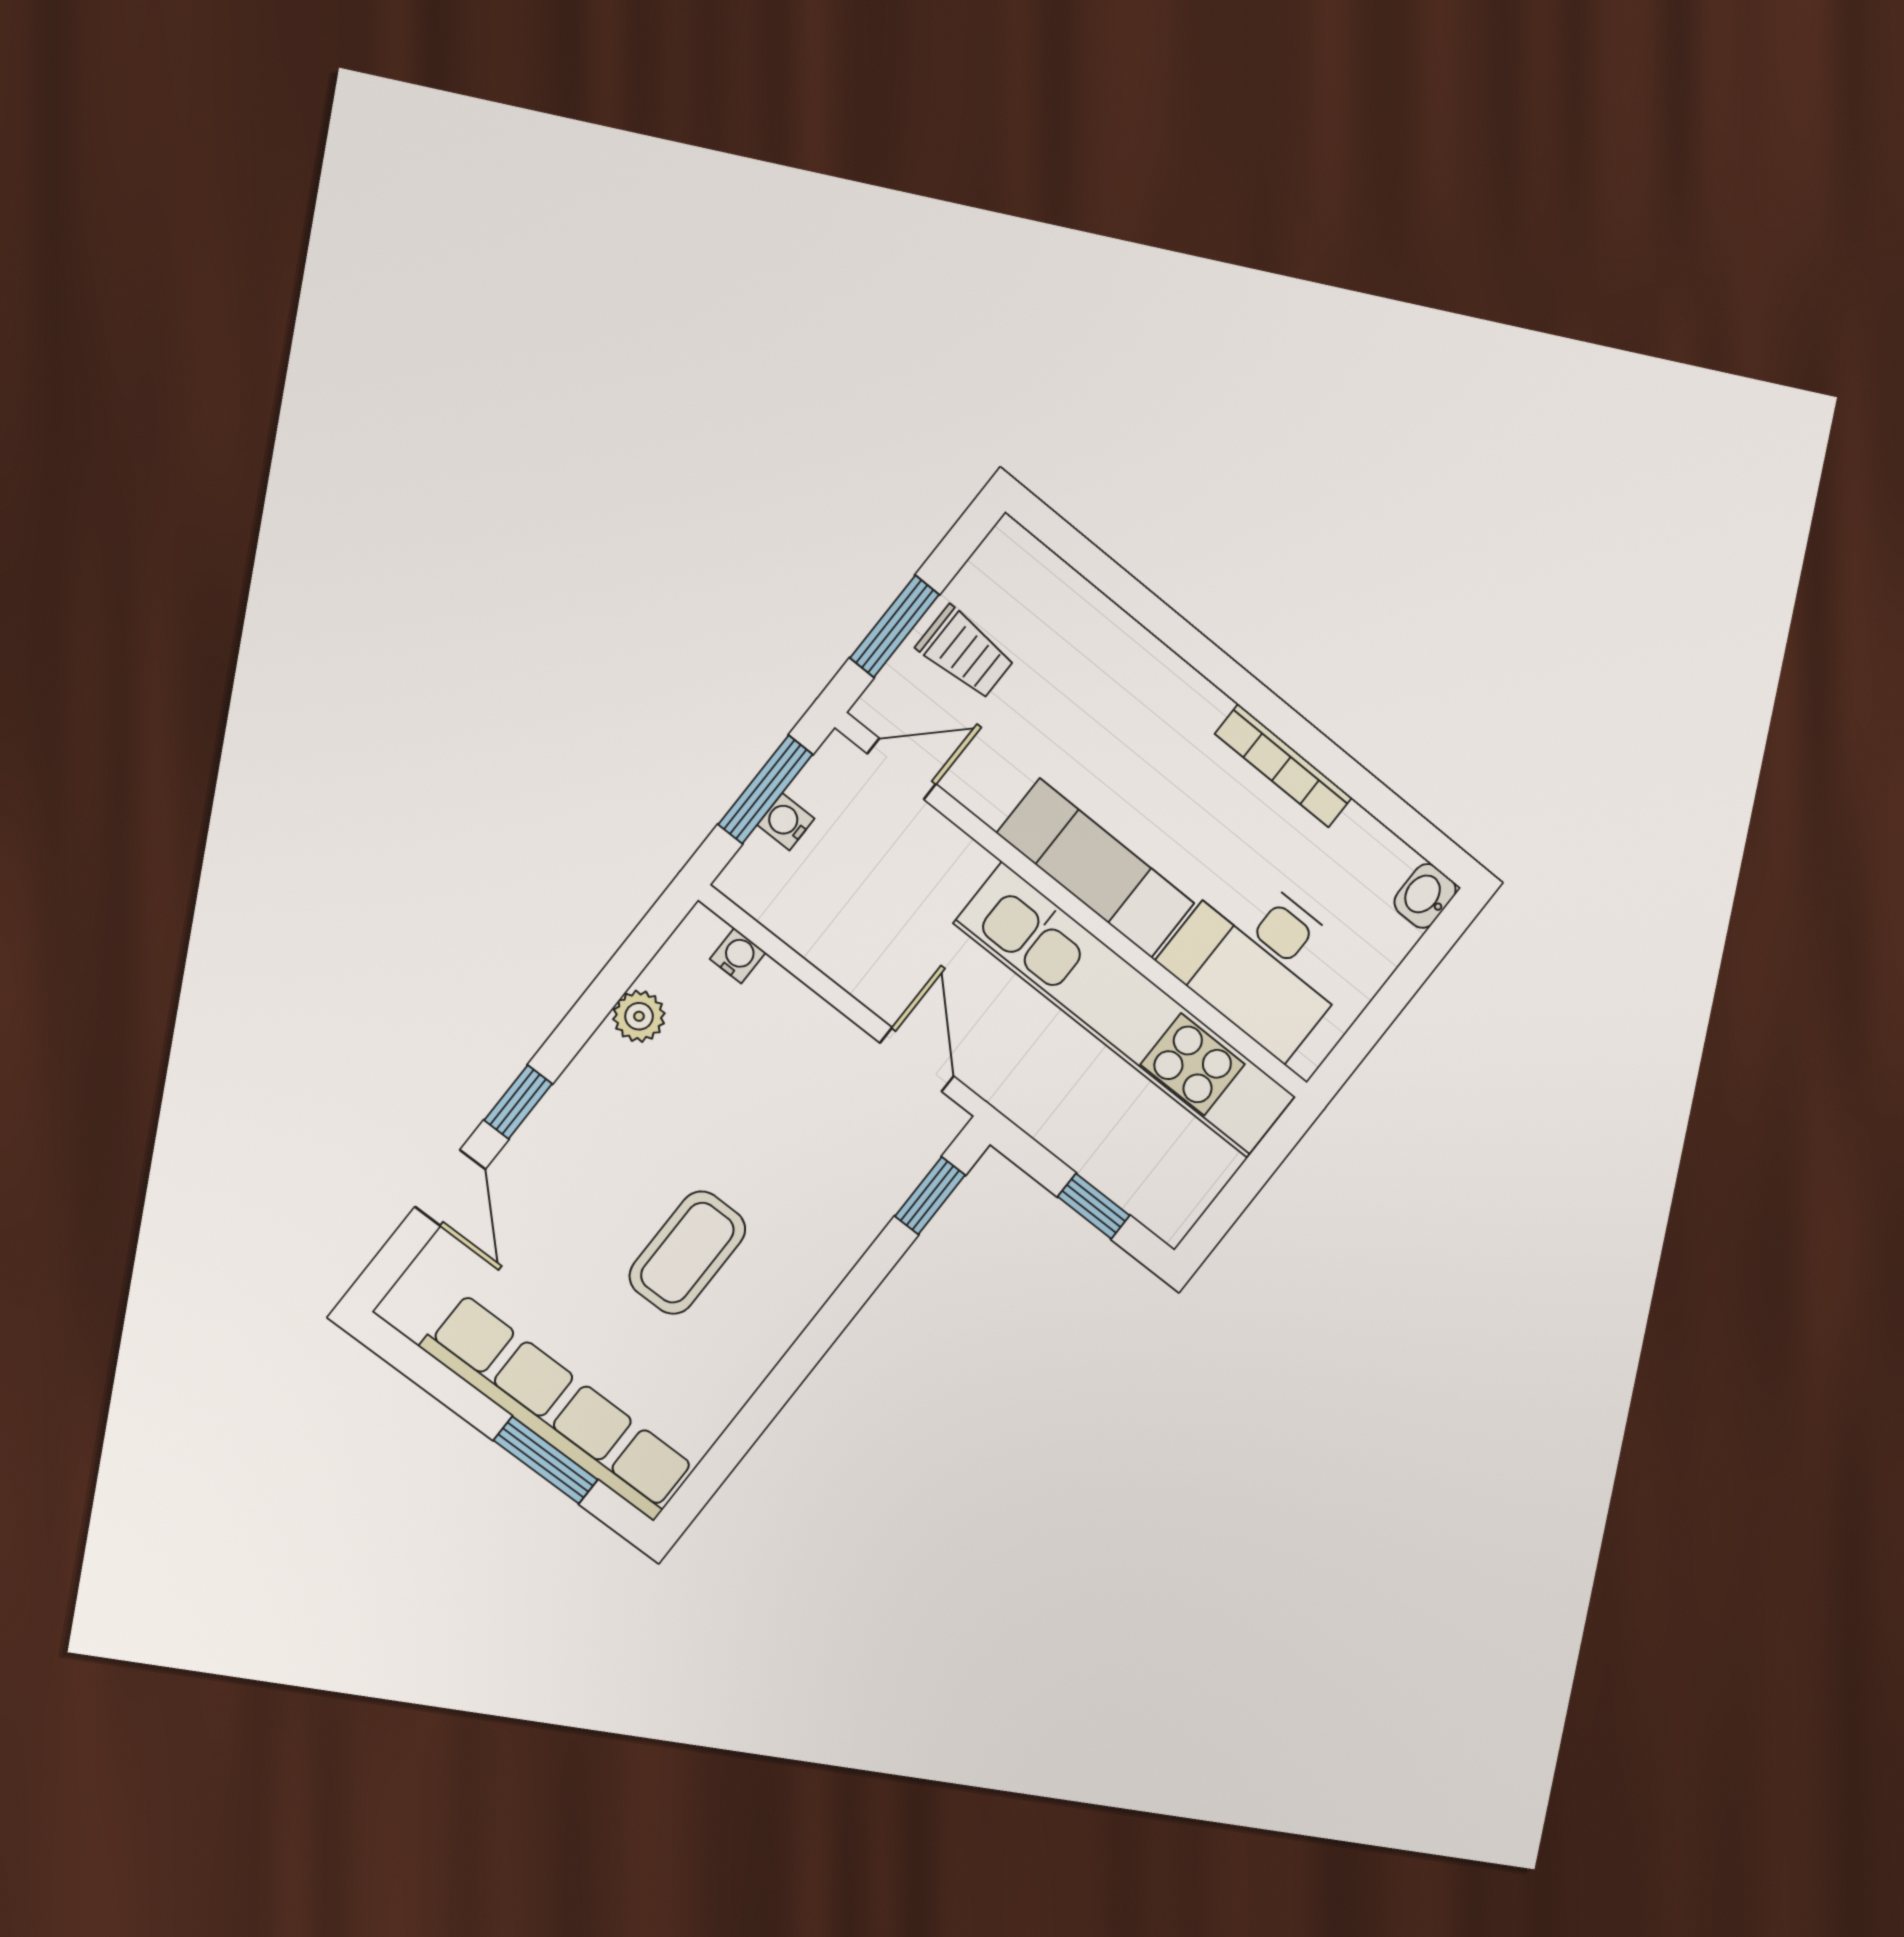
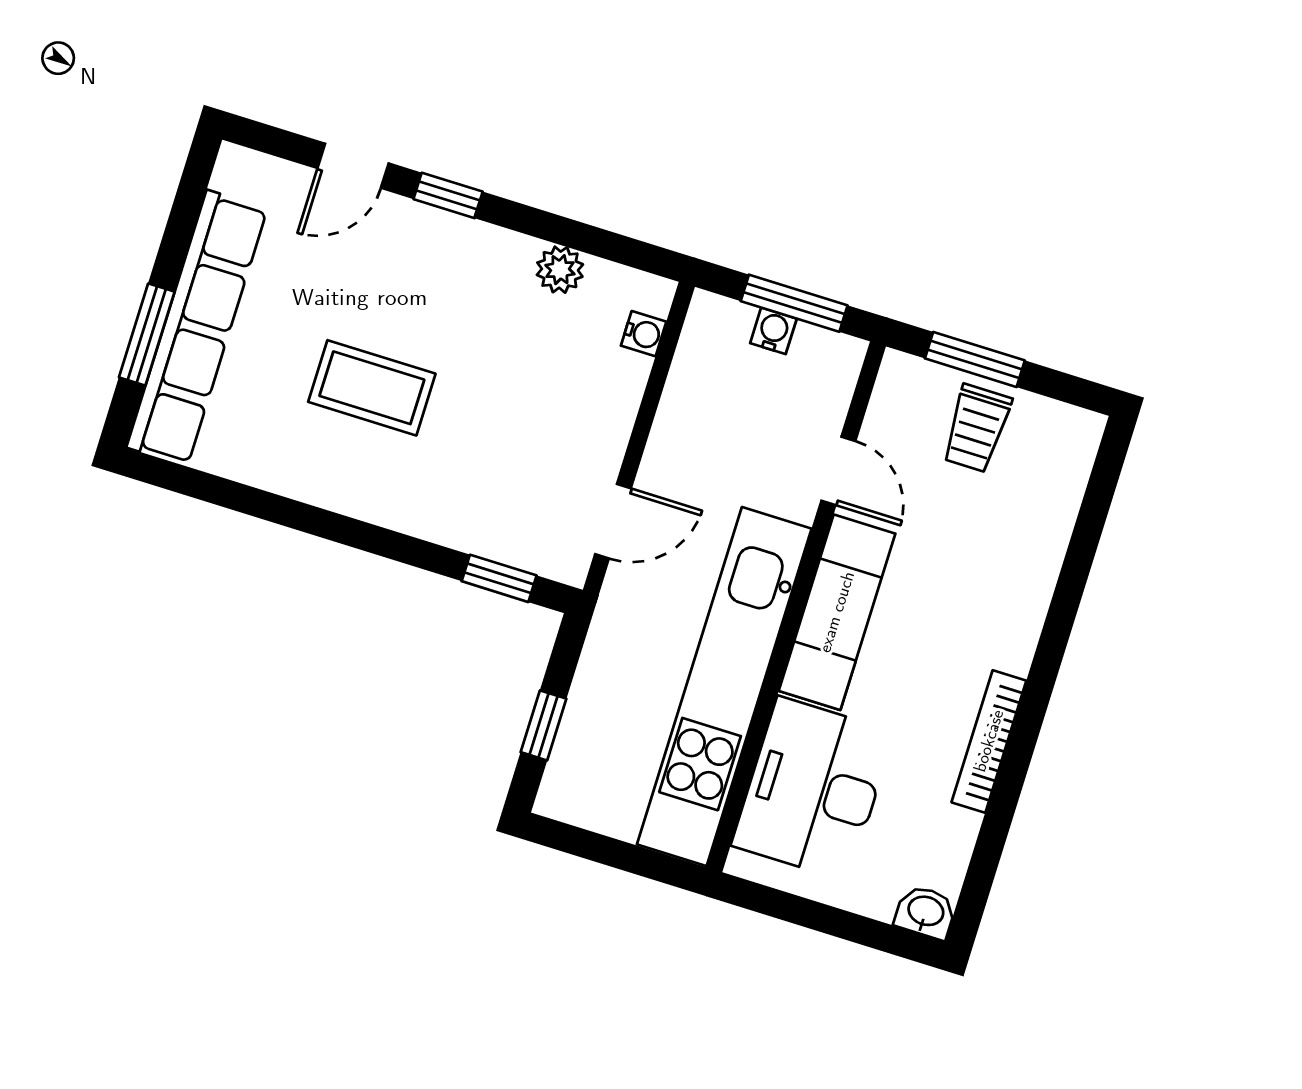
door: (902, 769) -> (838, 471), moved

